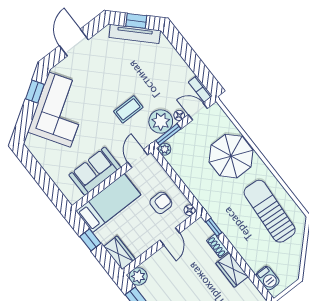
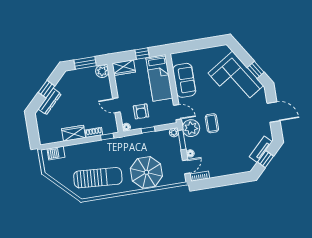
tv unit: (135, 34) -> (261, 149), width x0.71
plant: (161, 122) -> (191, 128), moved
window: (179, 182) -> (148, 130), added

